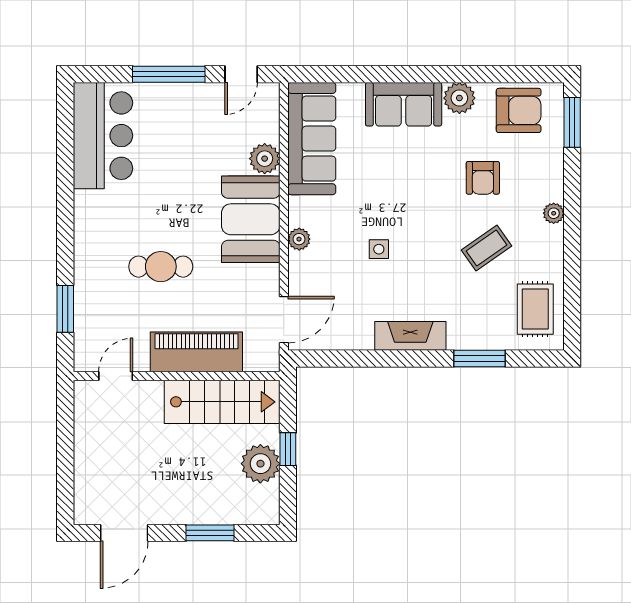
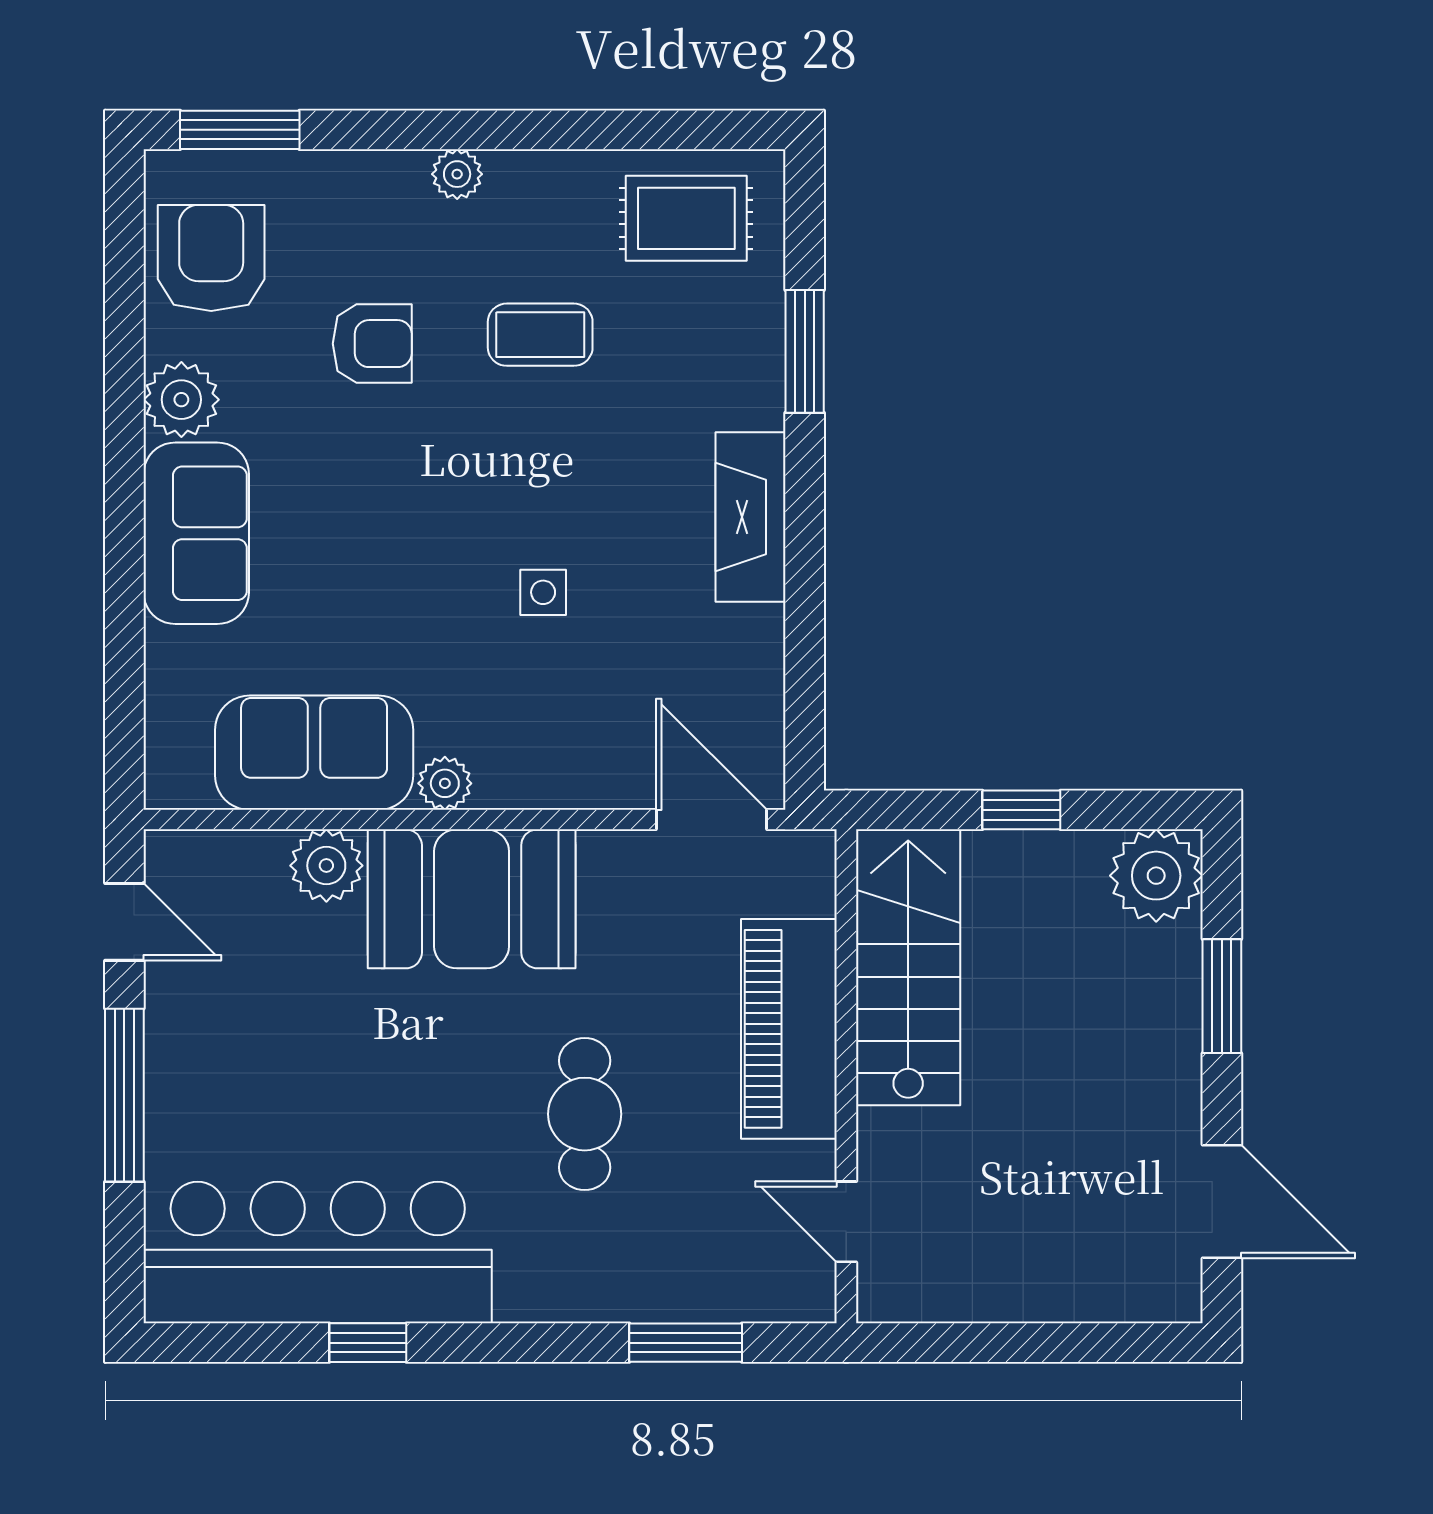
bar counter: (103, 136) -> (318, 1252), width x1.36
sofa: (312, 139) -> (314, 753), width x0.73
window: (65, 176) -> (368, 1343), added
plant: (299, 239) -> (445, 783), moved
coffee table: (487, 248) -> (540, 335), turned -55
plant: (260, 464) -> (1156, 876), moved

